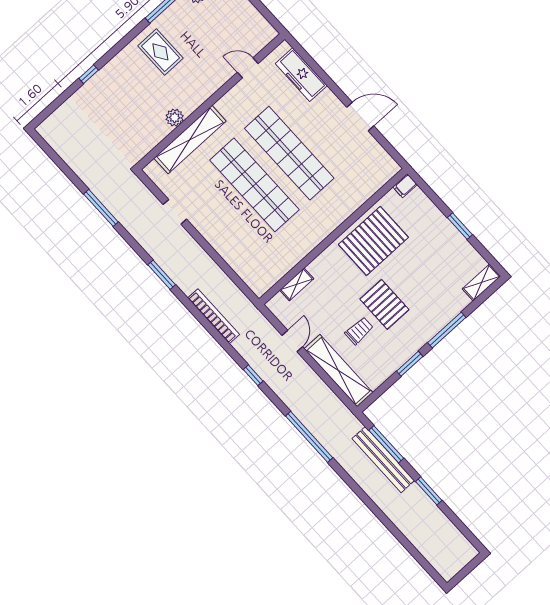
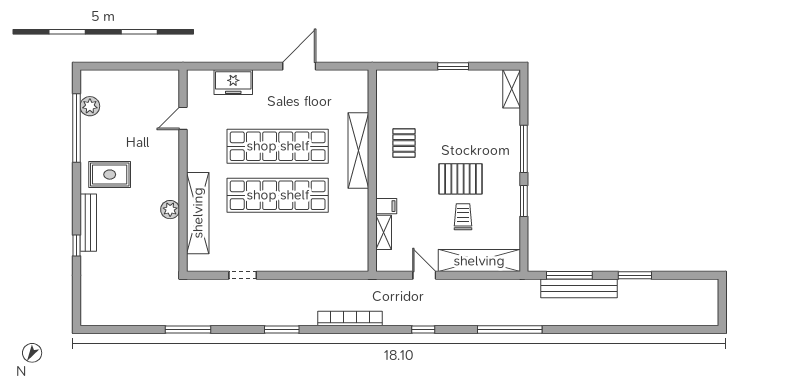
bench: (112, 68) -> (88, 223), added
freezer: (301, 75) -> (233, 82), width x0.71
filing cabinet: (405, 186) -> (386, 206), moved, turned -90
shelving: (339, 213) -> (358, 150), added
pallet: (373, 241) -> (404, 143), width x0.49, depth x0.50

